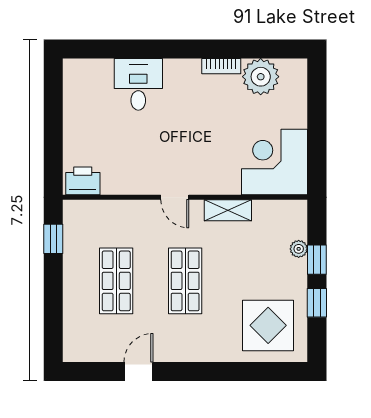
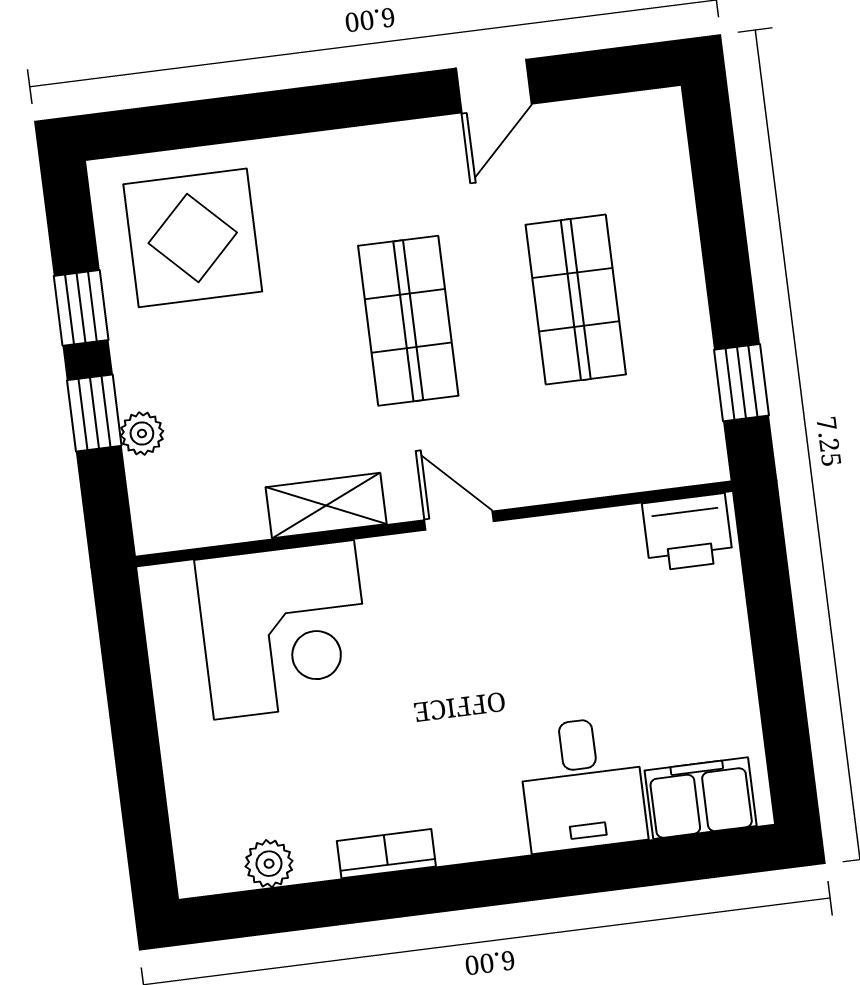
filing cabinet: (91, 73) -> (701, 798), added
plant: (261, 77) -> (269, 864), width x0.53, depth x0.53
corner desk: (275, 162) -> (284, 630), moved

